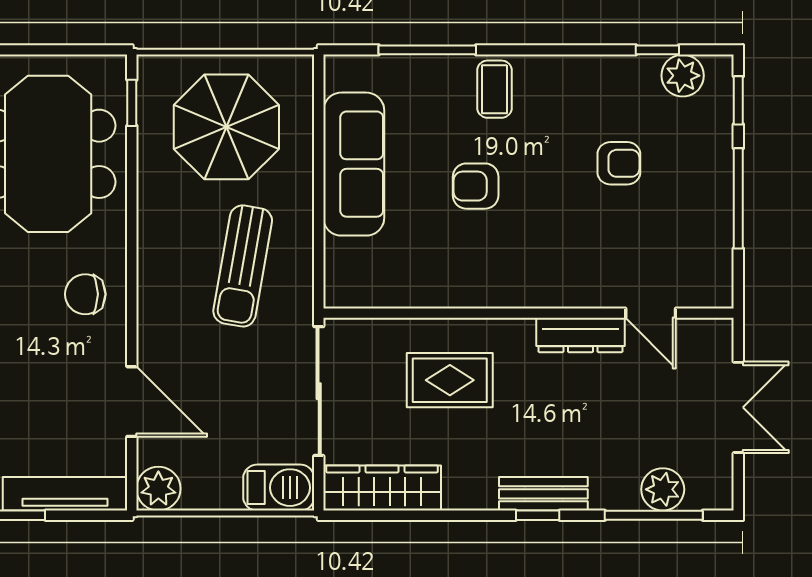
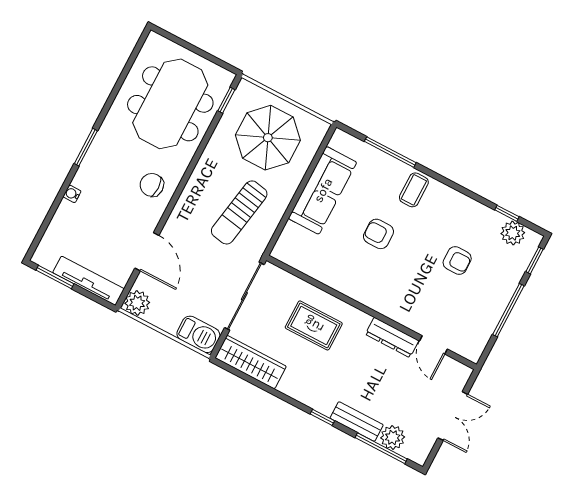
bench: (543, 494) -> (357, 421), moved

